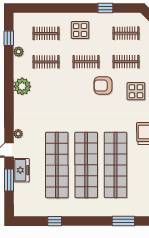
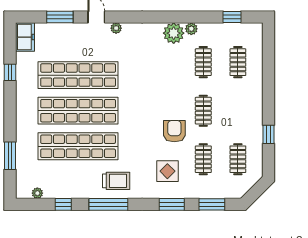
display table: (80, 30) -> (242, 104), removed
plant: (18, 52) -> (191, 29), moved
freezer: (21, 170) -> (25, 37), moved, turned -90

